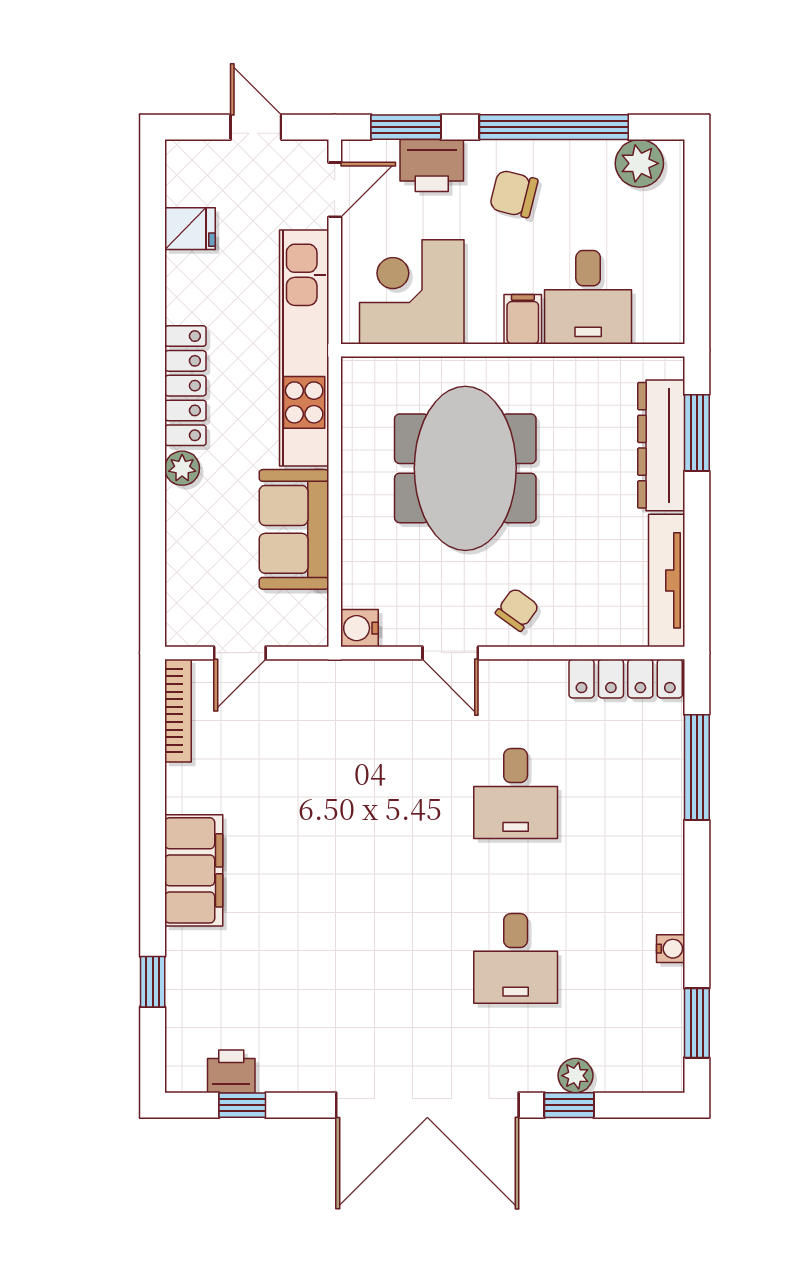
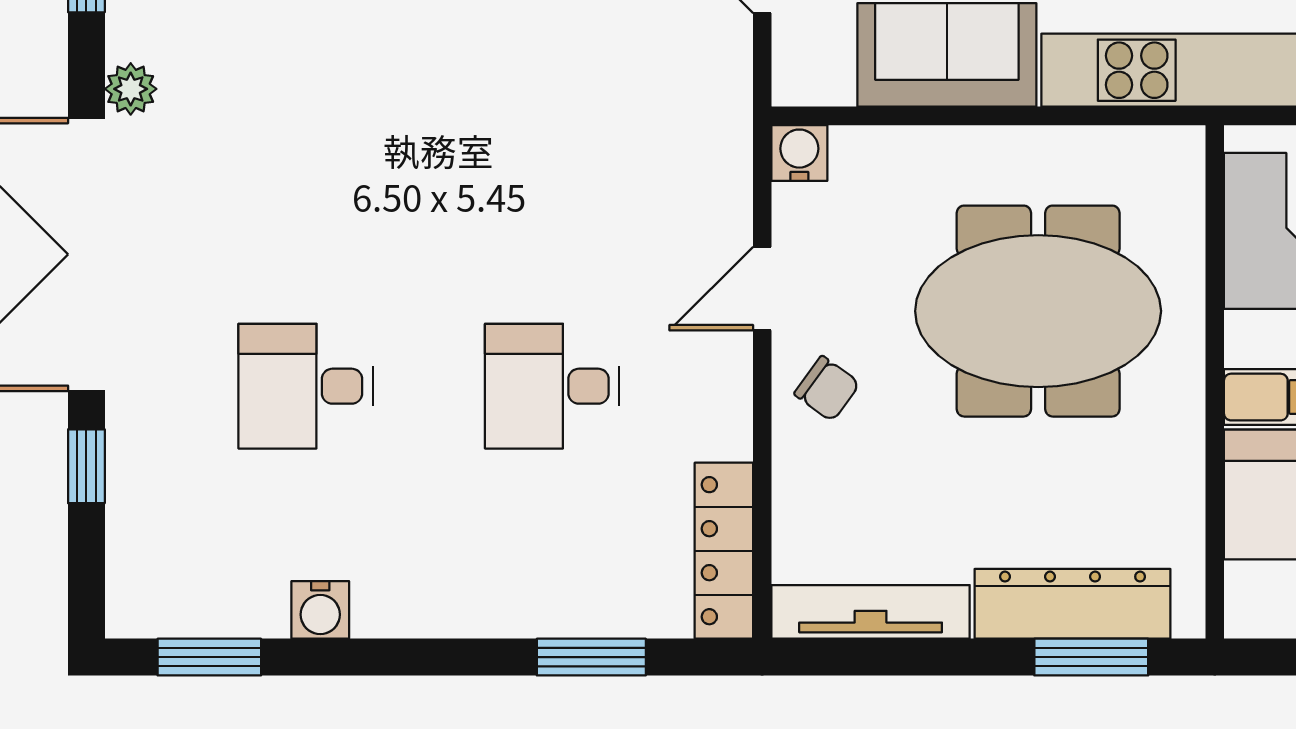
window: (697, 767) -> (591, 657), width x0.69
water cooler: (671, 949) -> (320, 610), width x1.38, depth x1.38
plant: (575, 1076) -> (131, 89), moved

